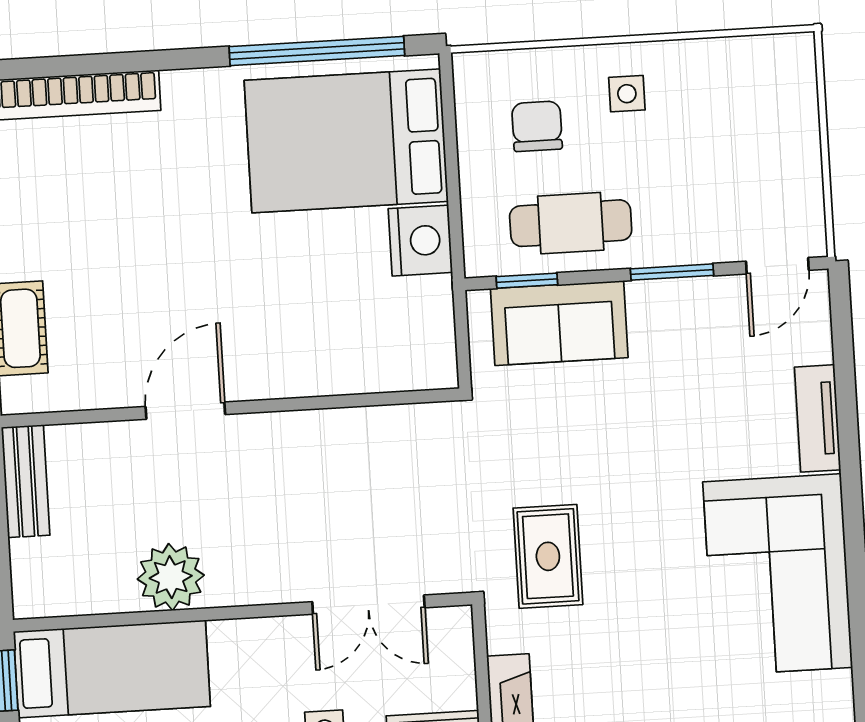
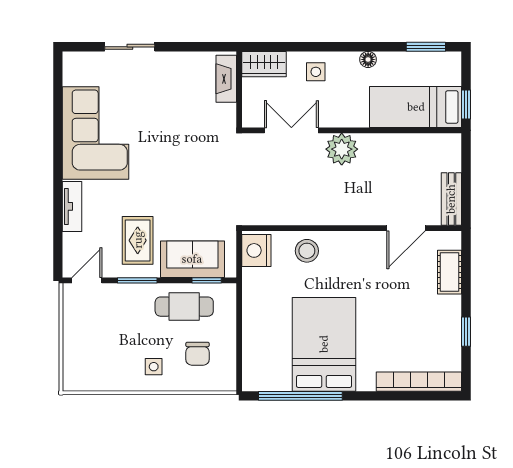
bed: (346, 141) -> (324, 344), moved, turned -90
nightstand: (420, 241) -> (256, 250), moved
stool: (321, 355) -> (307, 251), added
door: (185, 411) -> (406, 228), moved
rug: (548, 556) -> (138, 240), moved
plant: (171, 577) -> (342, 149), moved

